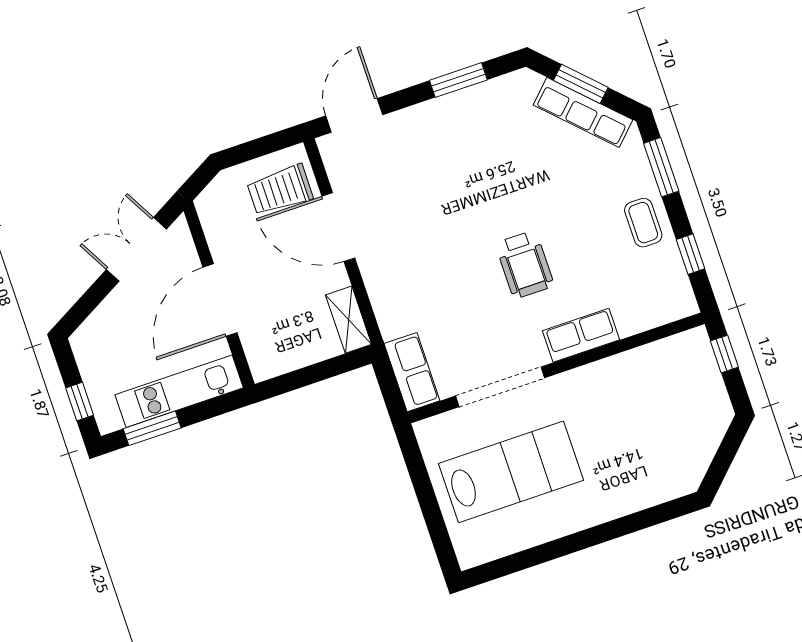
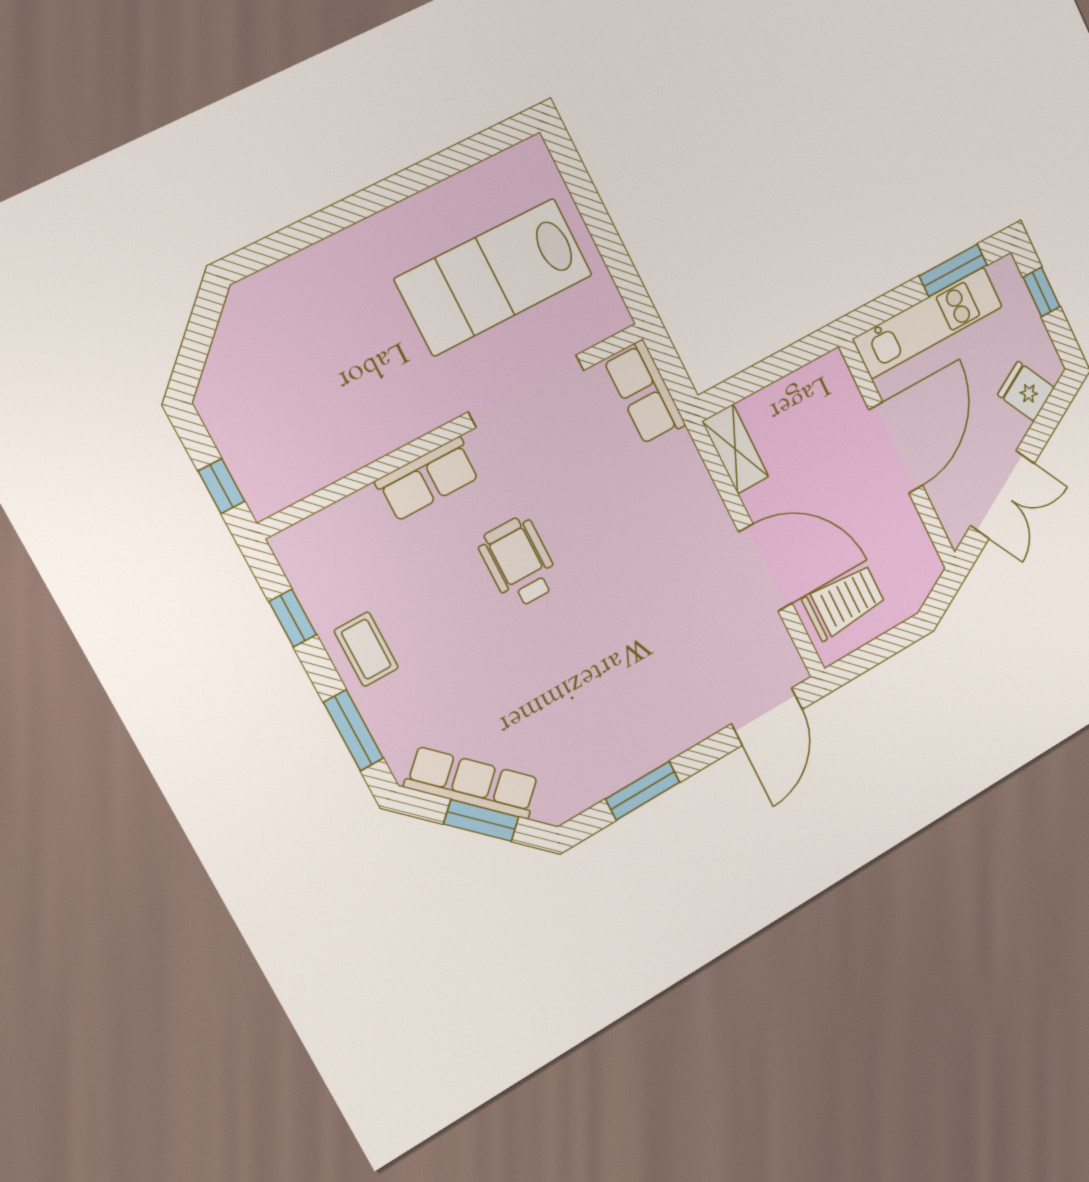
fridge: (105, 326) -> (1026, 391), added

